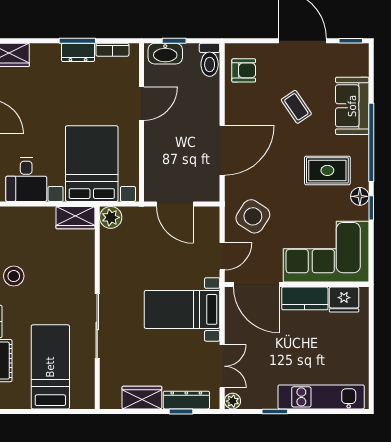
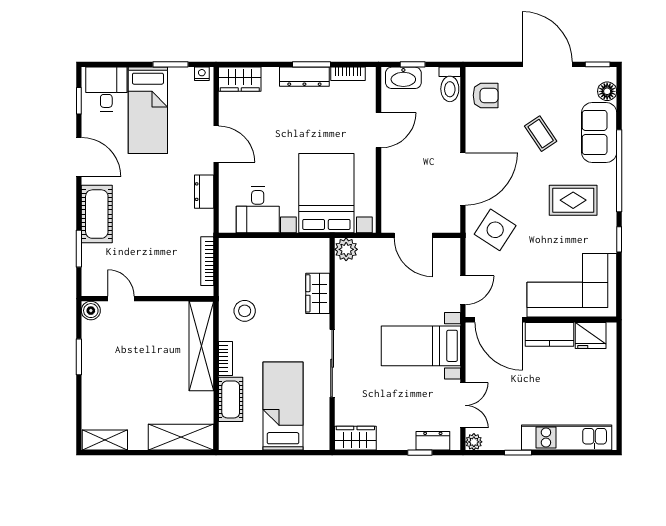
dresser: (78, 52) -> (304, 77), width x1.44
floor lamp: (360, 196) -> (607, 91), moved
side table: (253, 216) -> (495, 230), moved
wardrobe: (75, 218) -> (318, 293), moved, turned 90
wardrobe: (142, 398) -> (355, 438), moved
dresser: (186, 400) -> (433, 441), width x0.70

